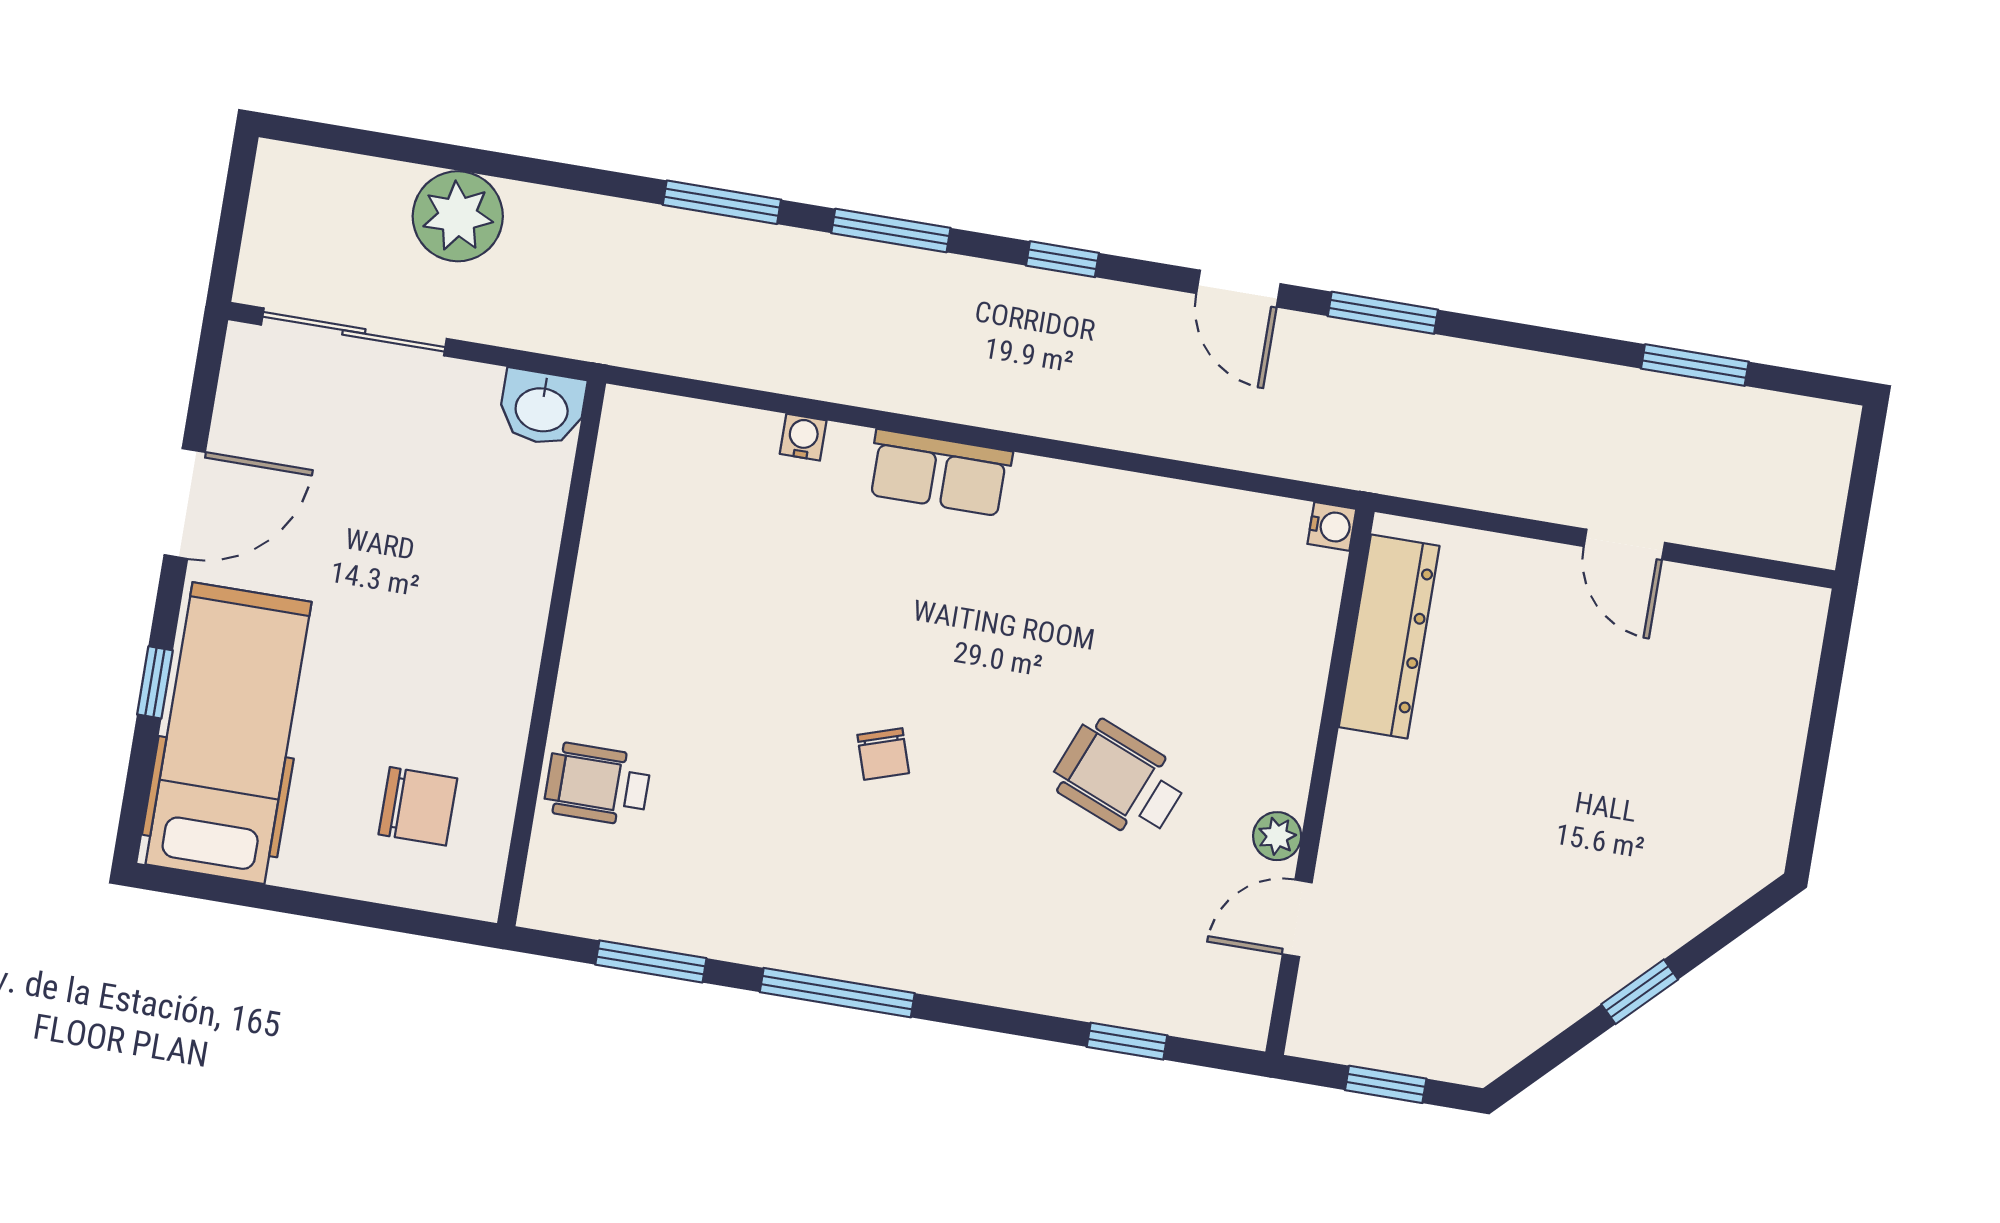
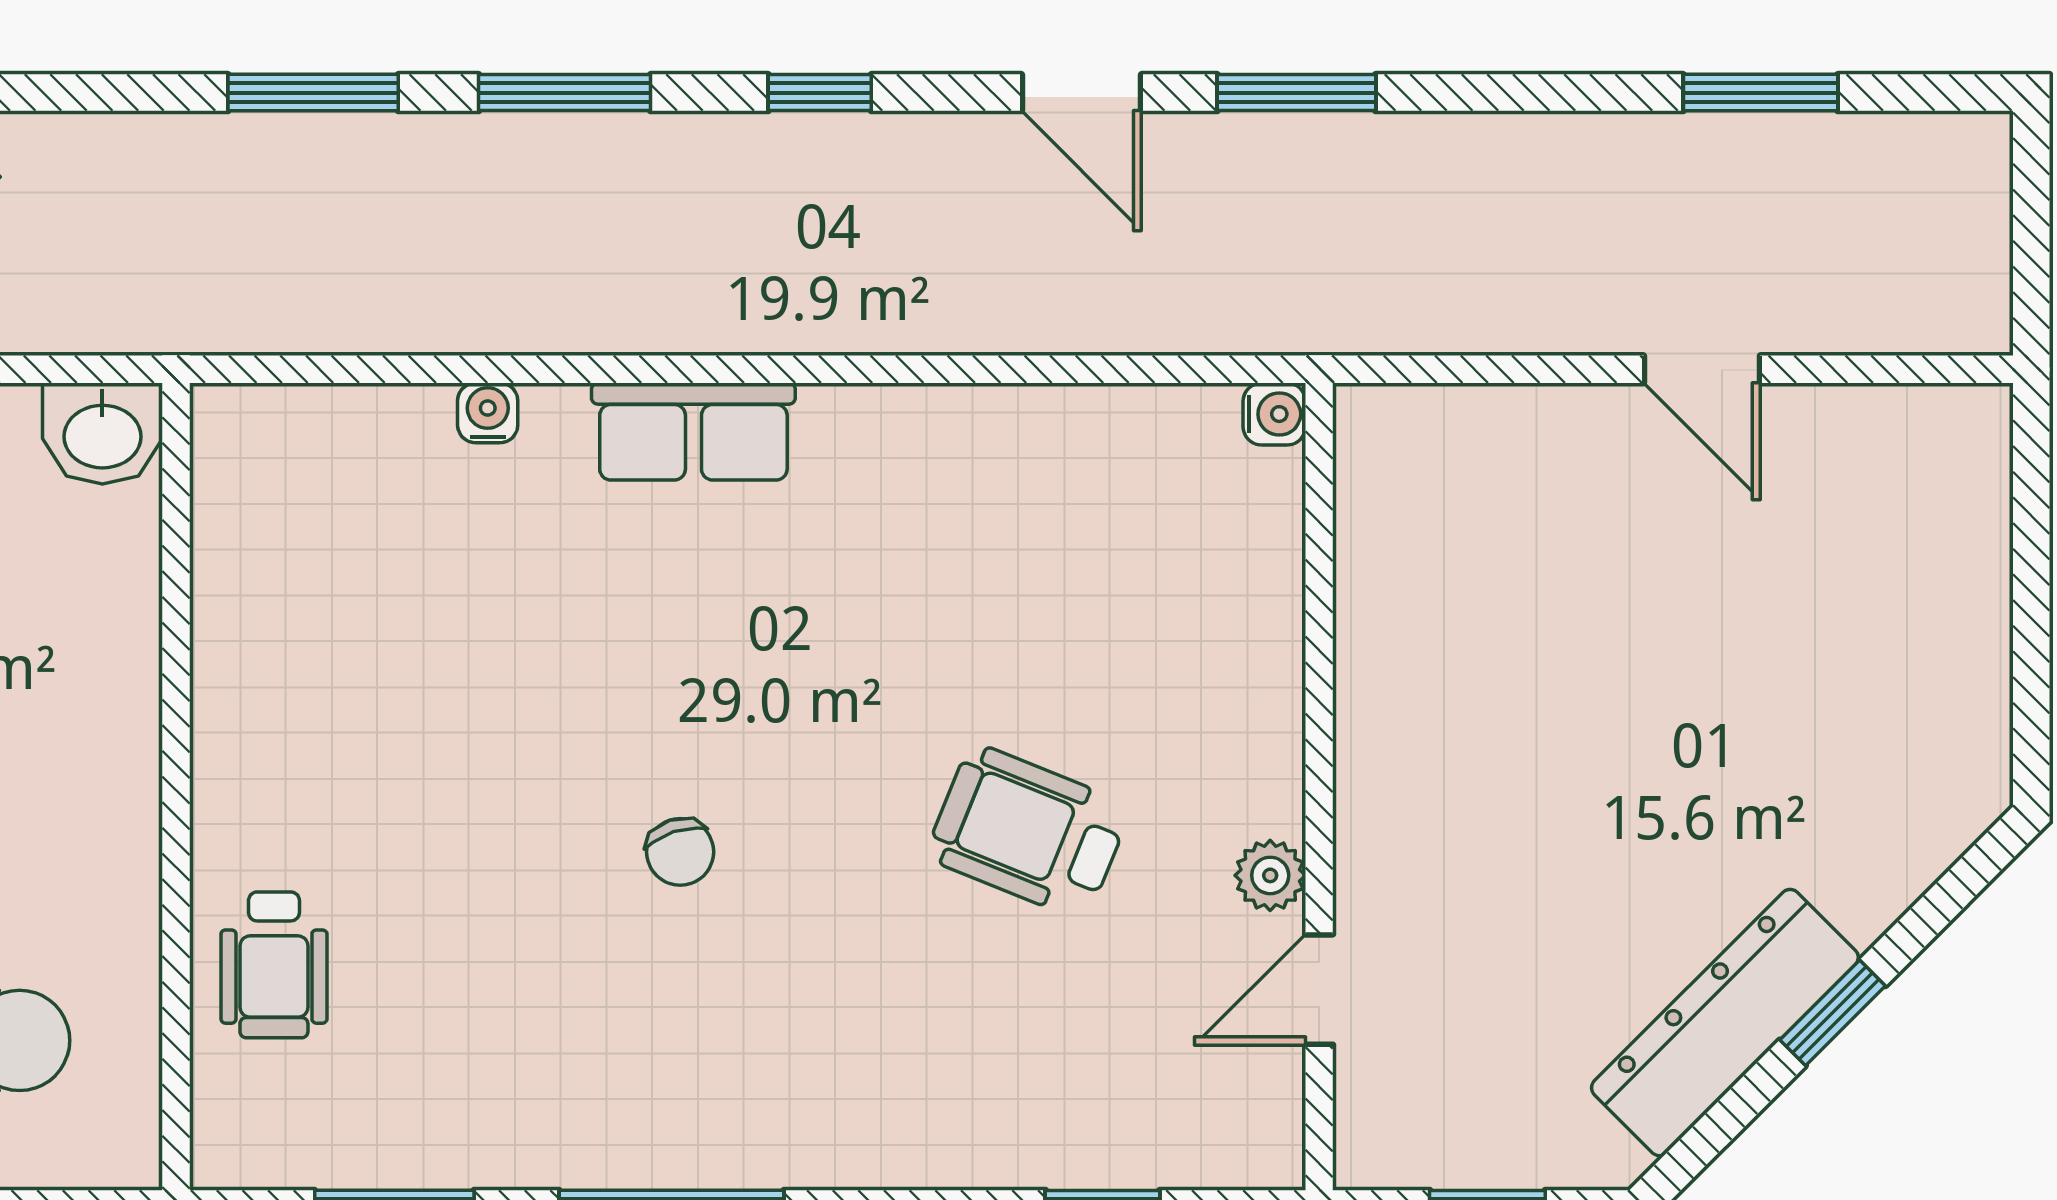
dresser: (1389, 636) -> (1725, 1023), moved, turned -135
wheelchair: (597, 784) -> (274, 965), turned -90

